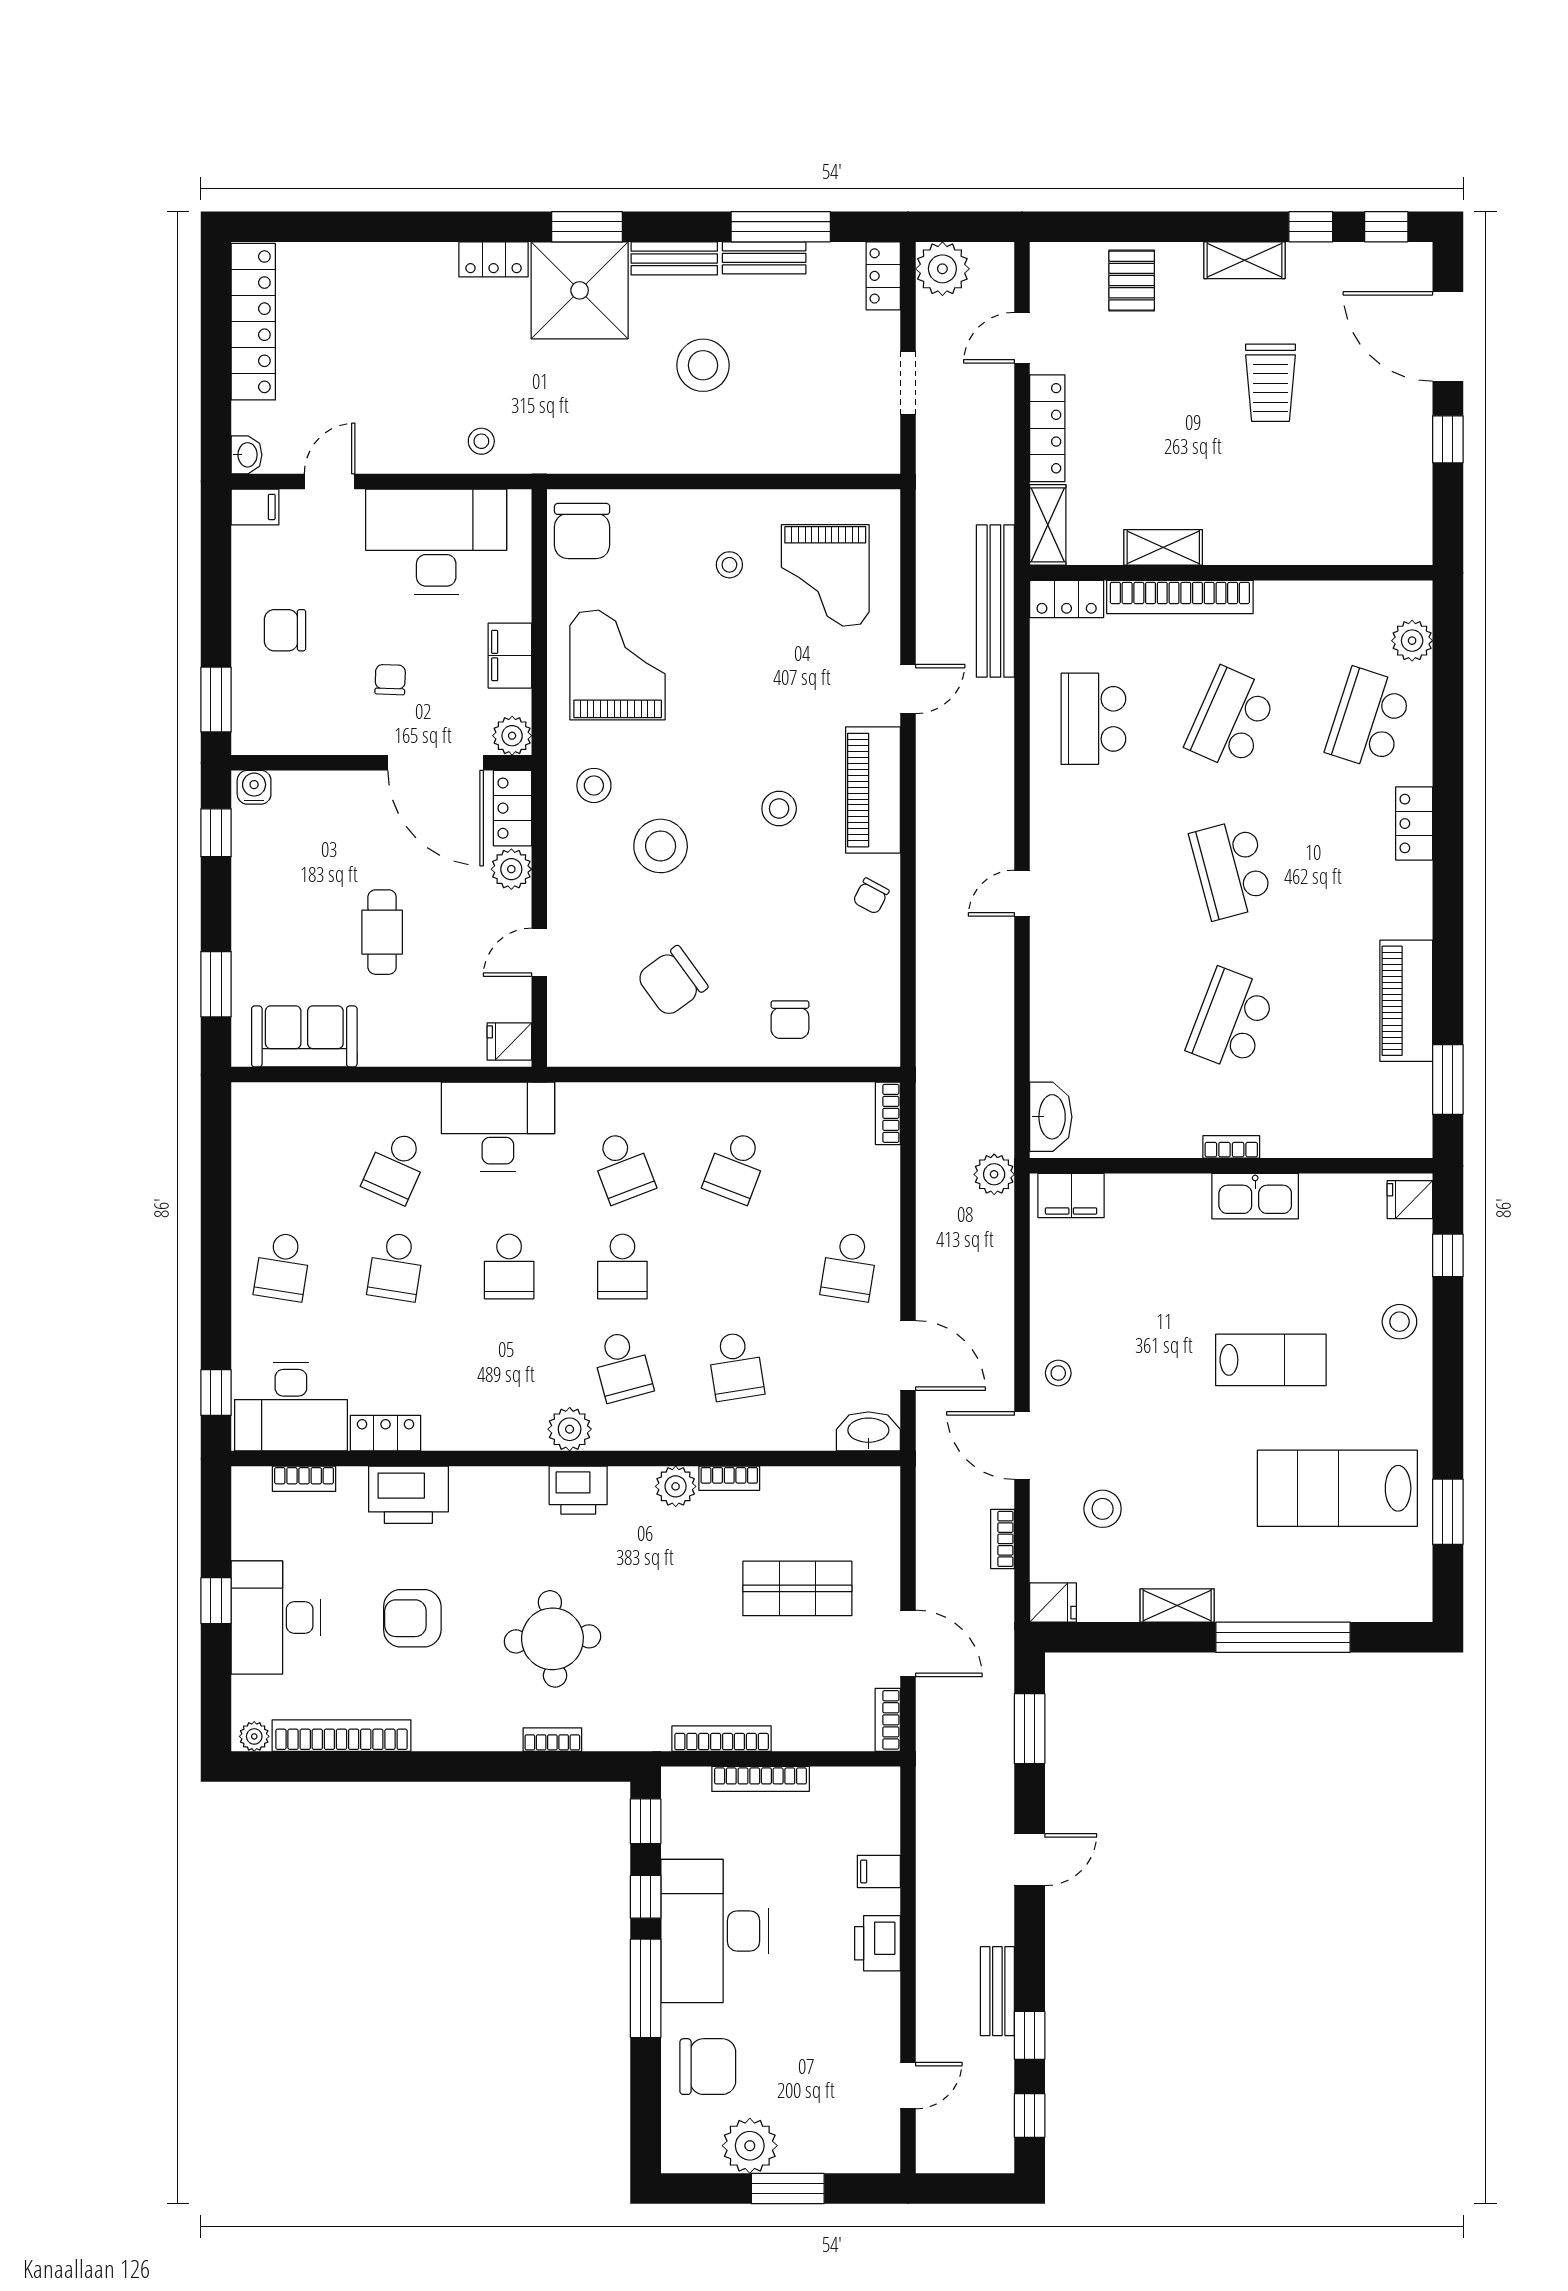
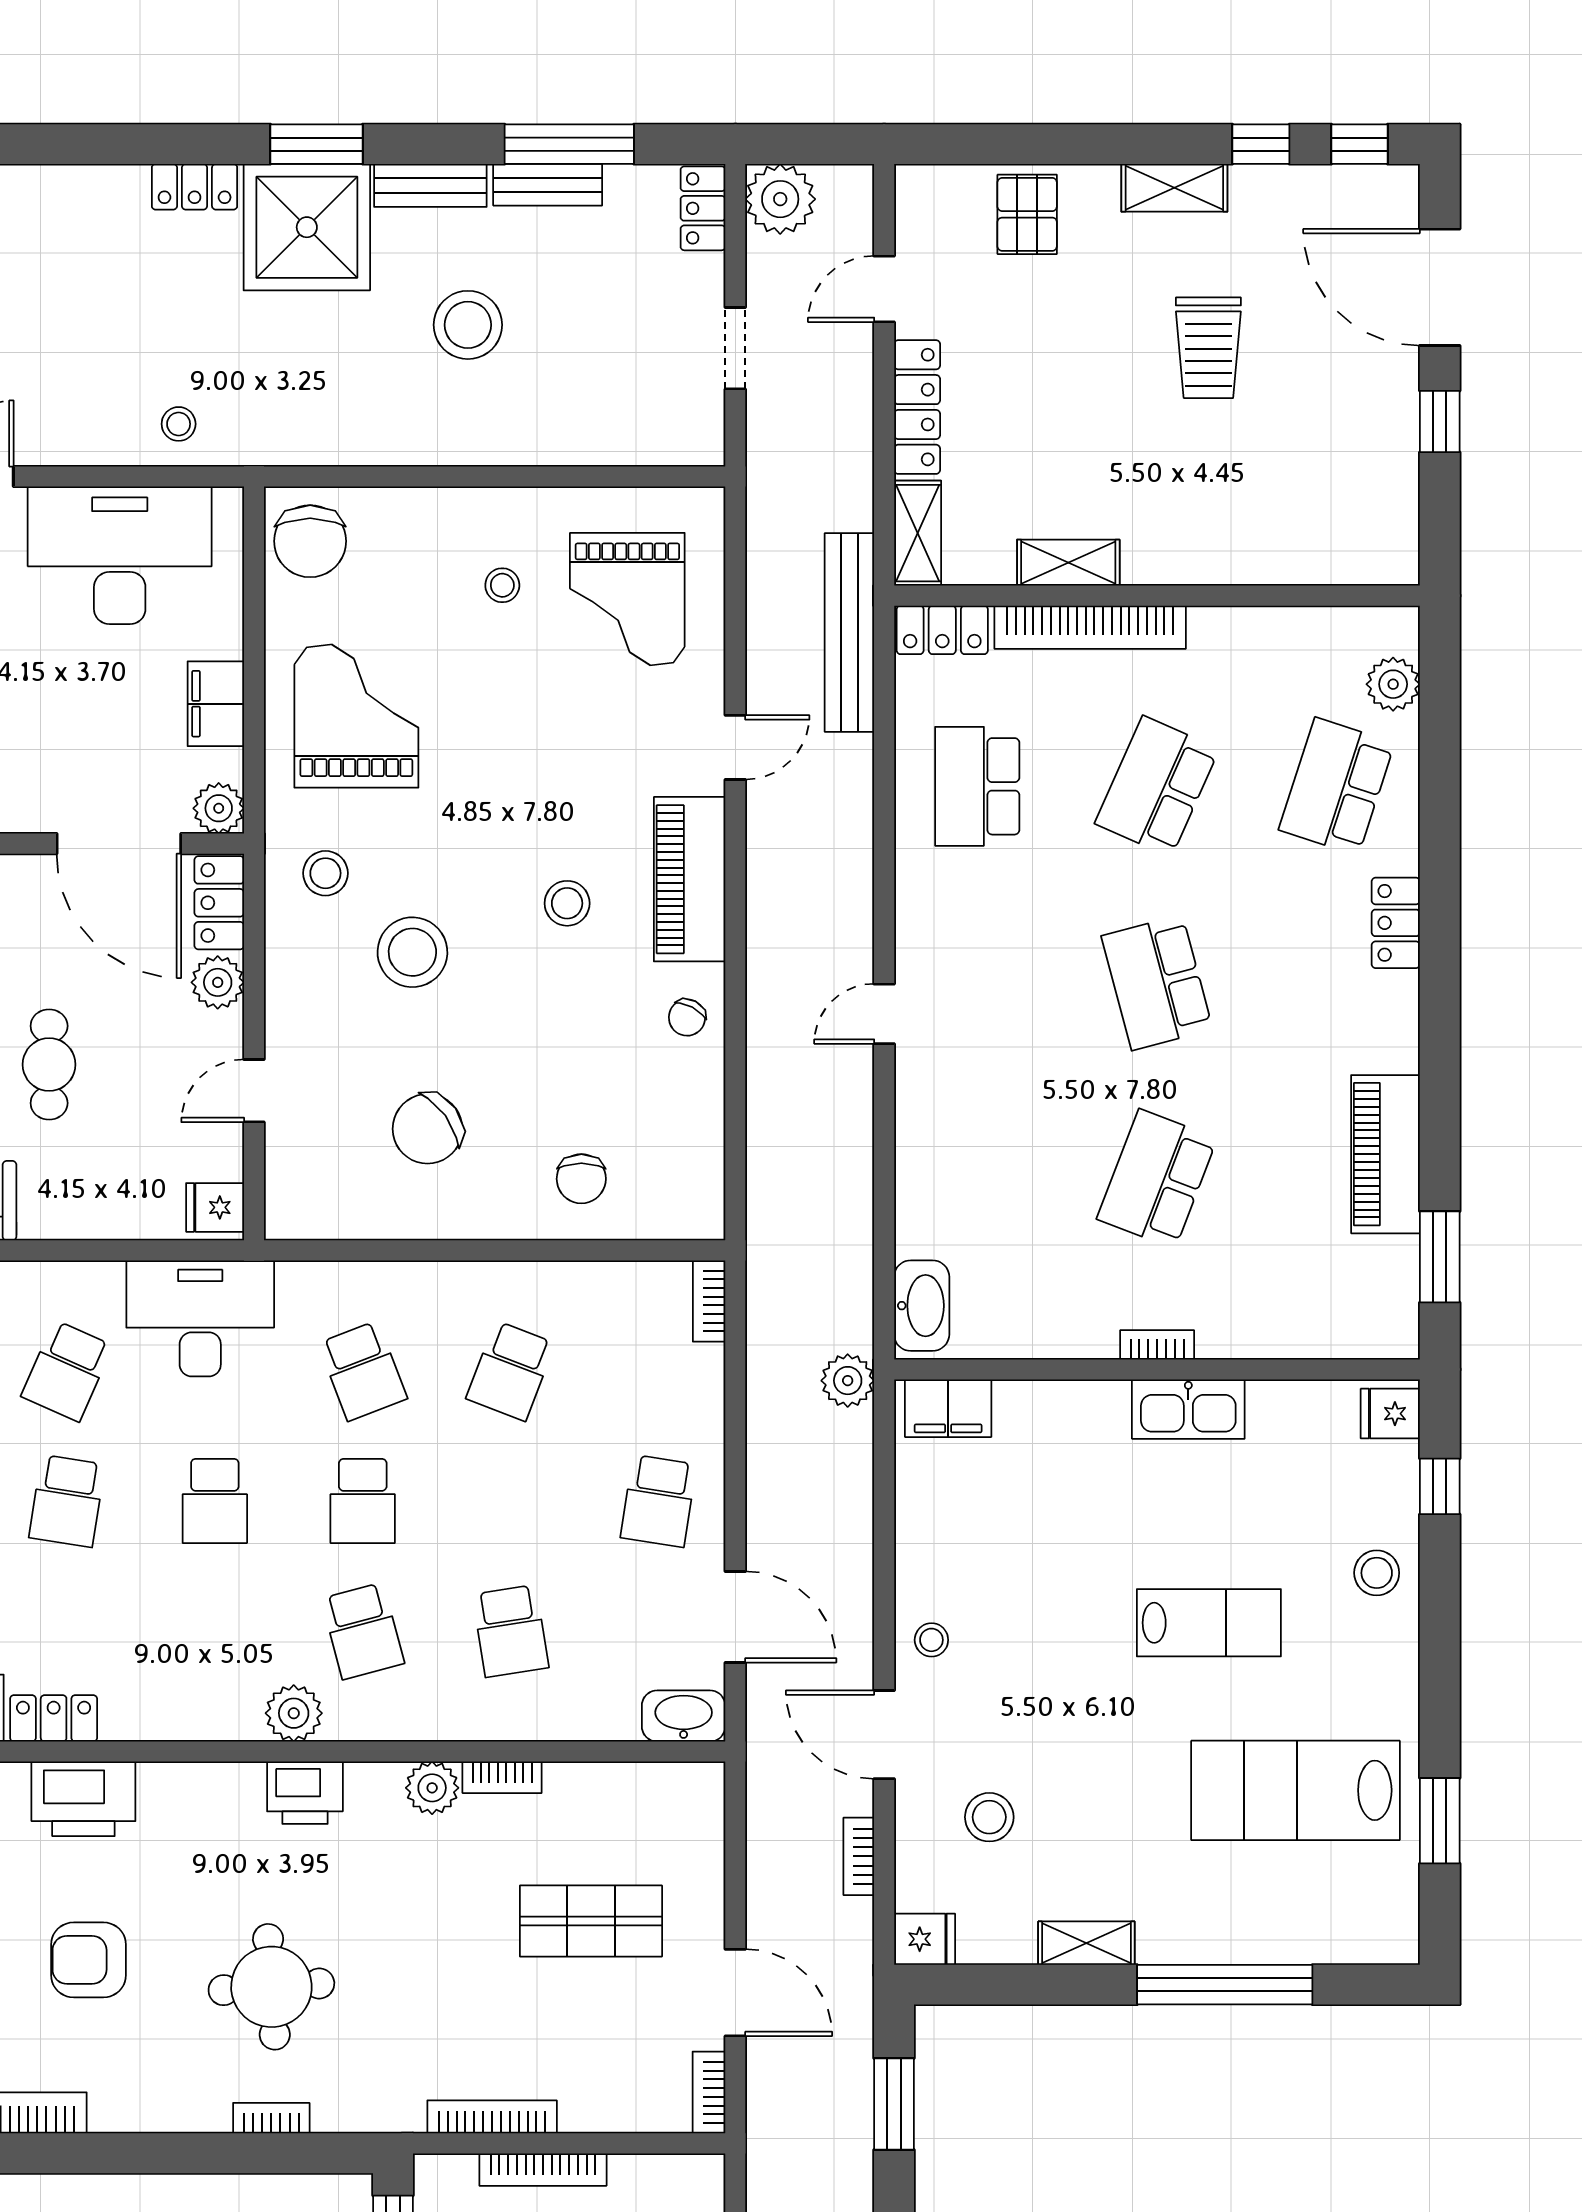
chair: (390, 680) -> (60, 735), removed

